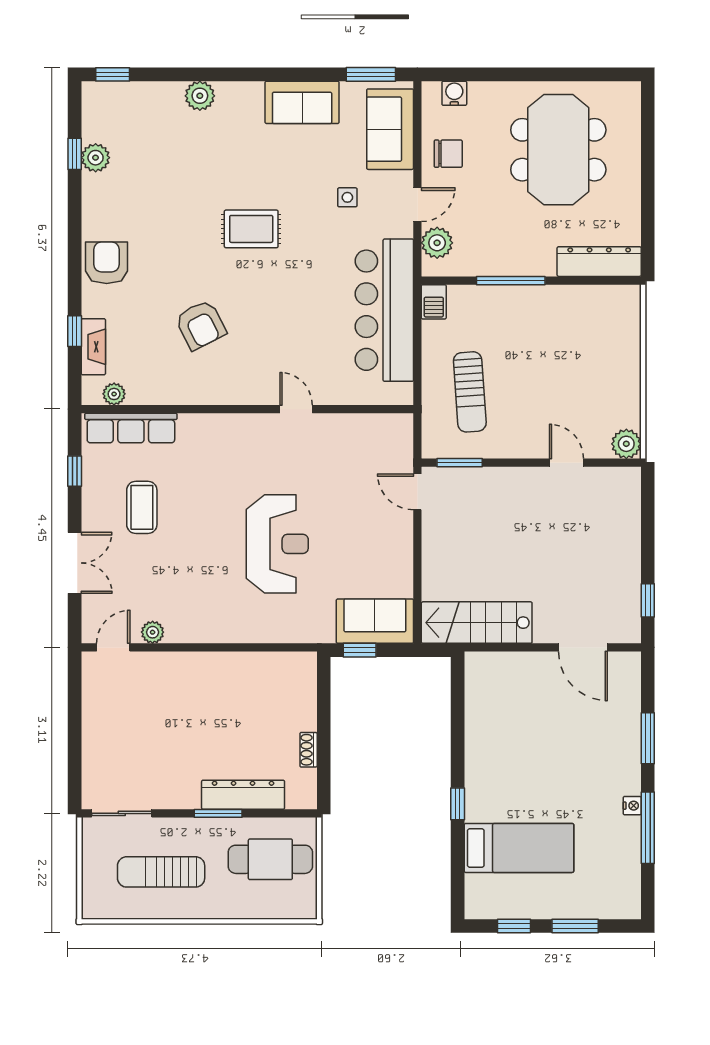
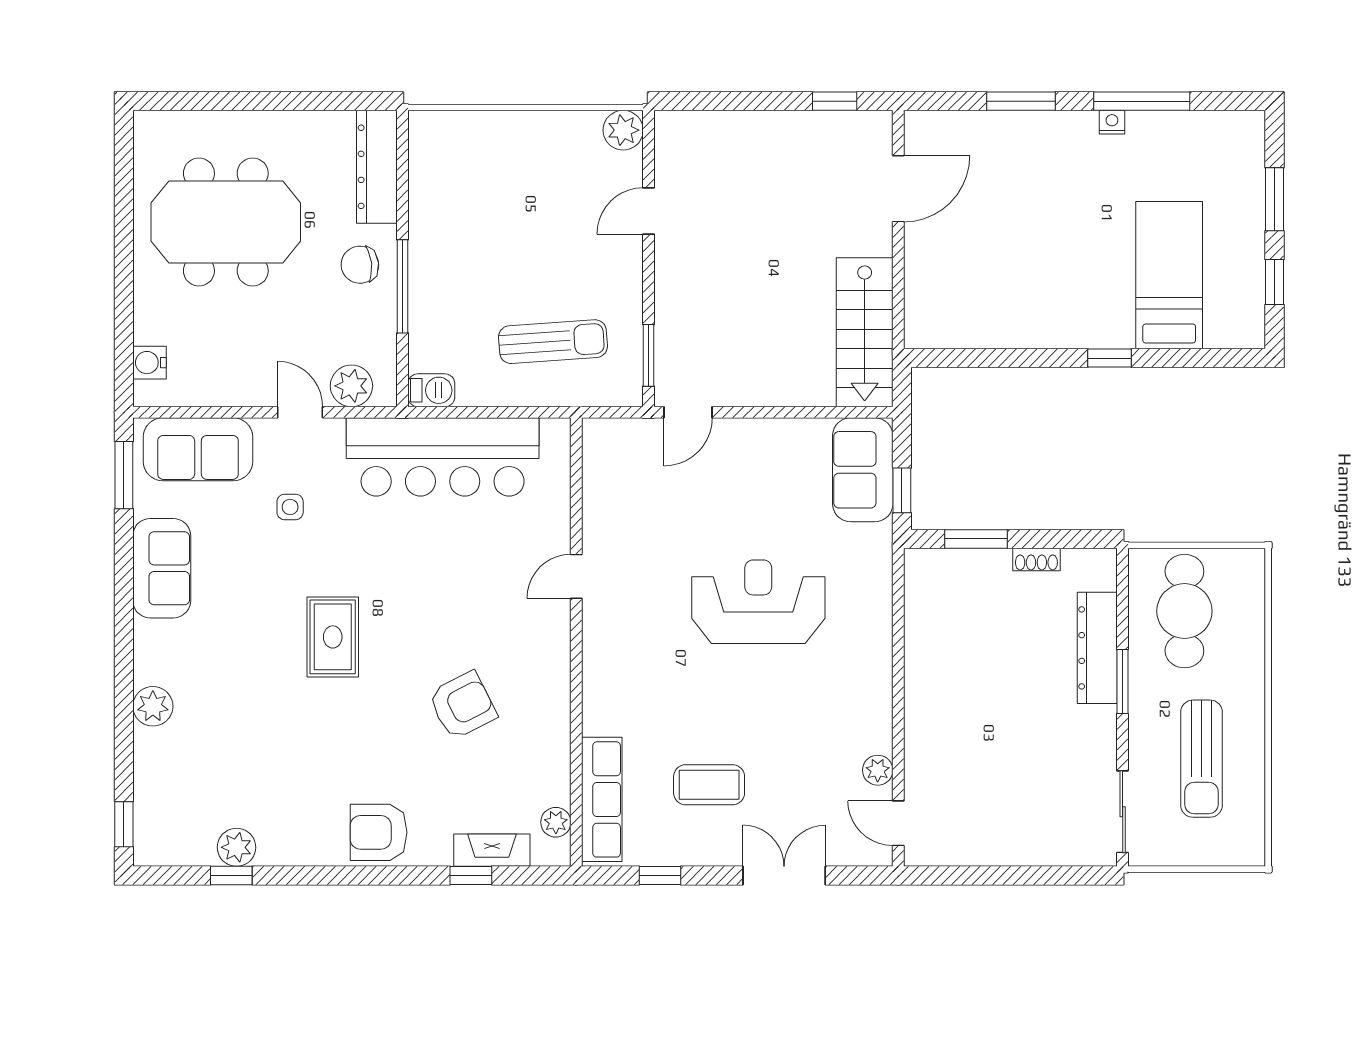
chair: (448, 154) -> (360, 265), moved, turned -96
window: (324, 705) -> (976, 539), added

